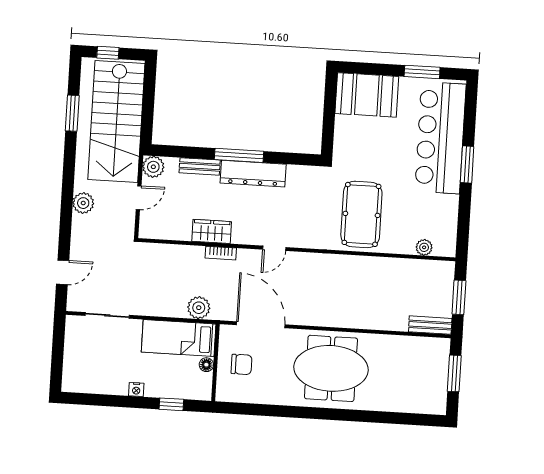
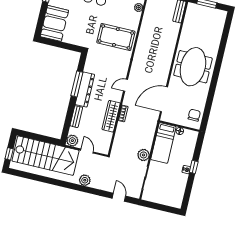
window: (72, 113) -> (37, 178), removed
window: (239, 155) -> (77, 84), moved
wardrobe: (212, 231) -> (111, 116), width x1.50
door: (274, 248) -> (126, 85), swing flipped
plant: (199, 308) -> (144, 155), moved
chair: (241, 364) -> (194, 115), moved
window: (171, 404) -> (194, 167), moved

